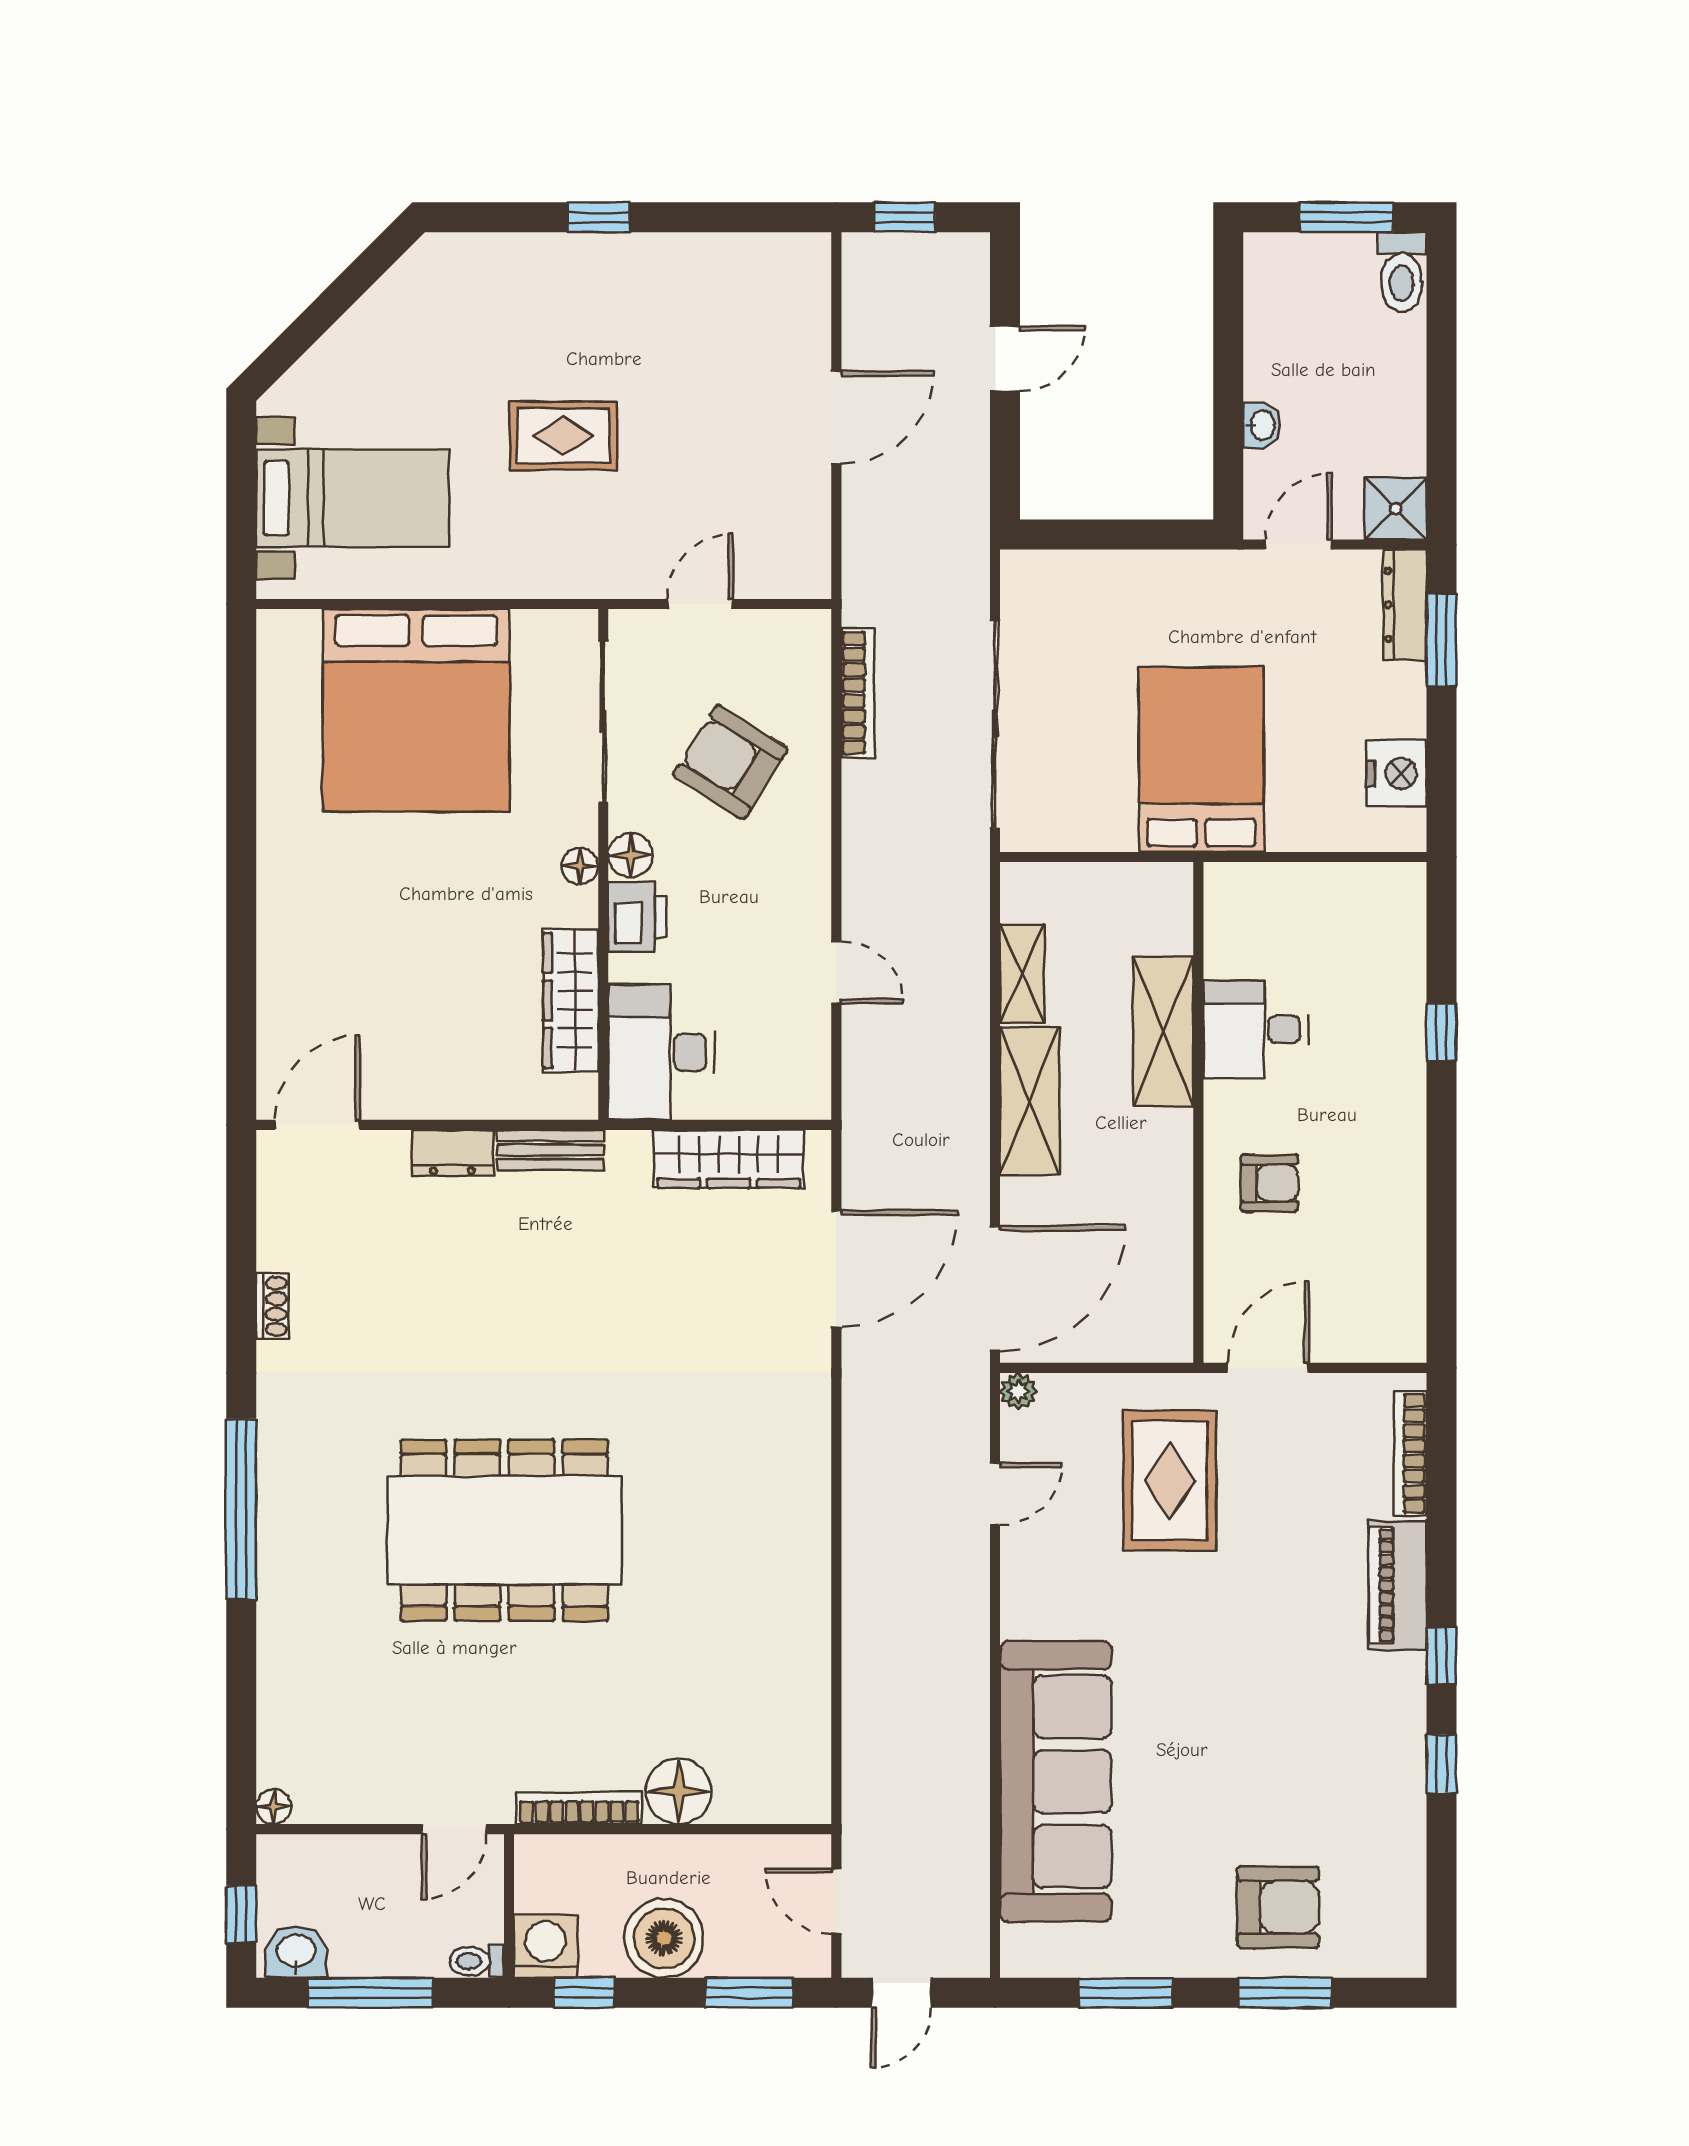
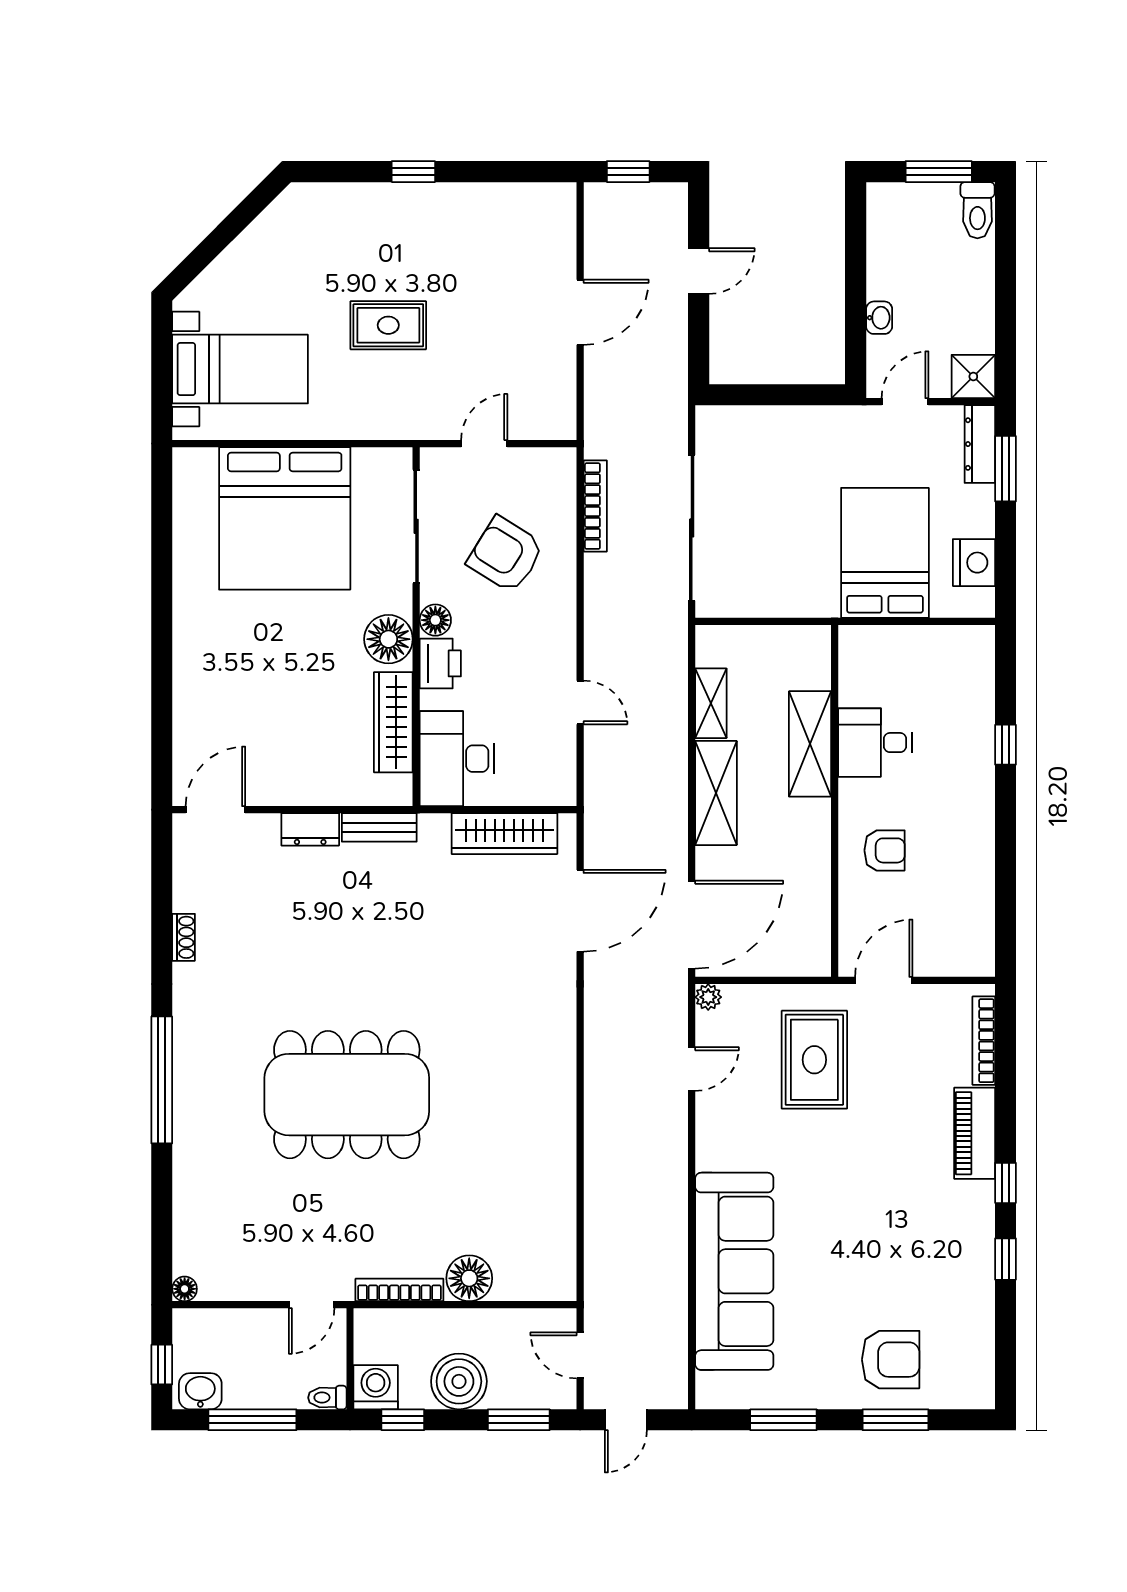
bed: (1201, 760) -> (885, 553), moved
floor lamp: (580, 866) -> (388, 639), width x1.89, depth x1.89

